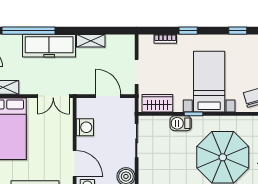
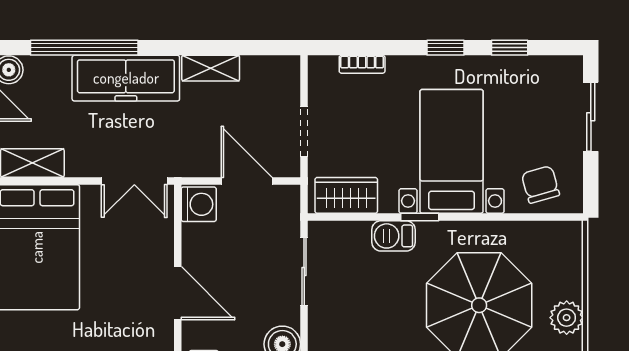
window: (188, 31) -> (445, 48), moved
washing machine: (85, 127) -> (199, 204), moved
door: (75, 164) -> (178, 293), moved

